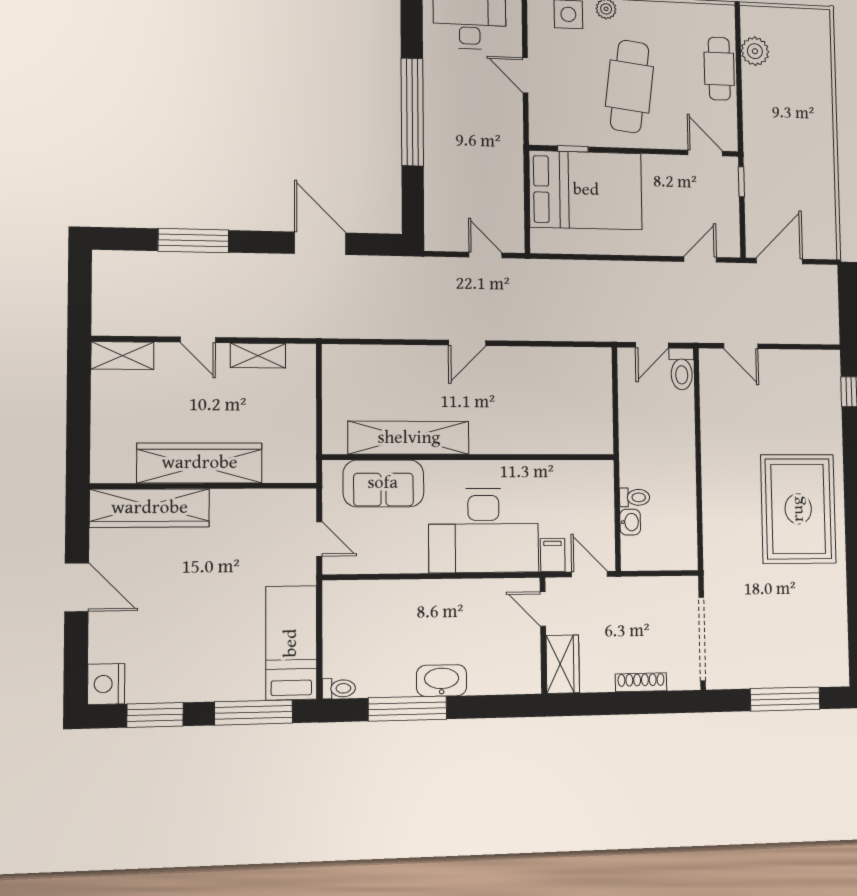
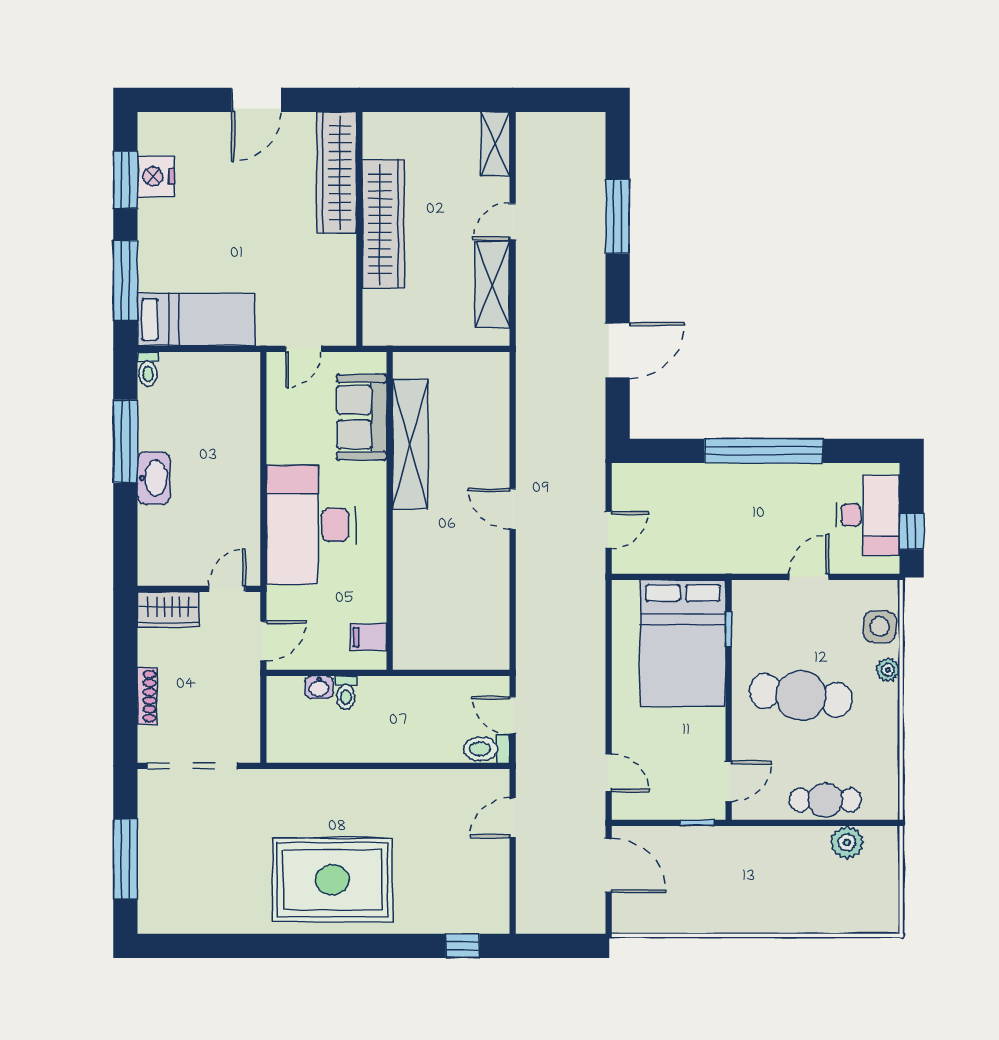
shelving: (258, 356) -> (492, 284), width x1.50, depth x1.33
filing cabinet: (553, 555) -> (369, 637), moved, turned 180
nightstand: (106, 684) -> (156, 176), moved, turned -90

